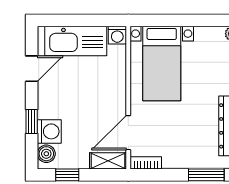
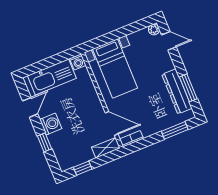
washing machine: (49, 131) -> (51, 124), moved
door: (128, 133) -> (112, 123), swing flipped
boiler: (46, 154) -> (63, 160), removed

